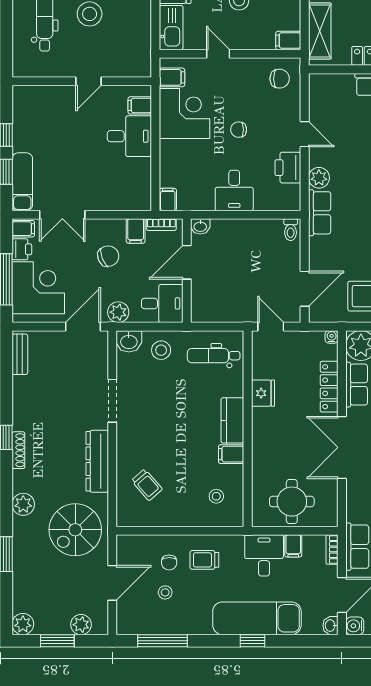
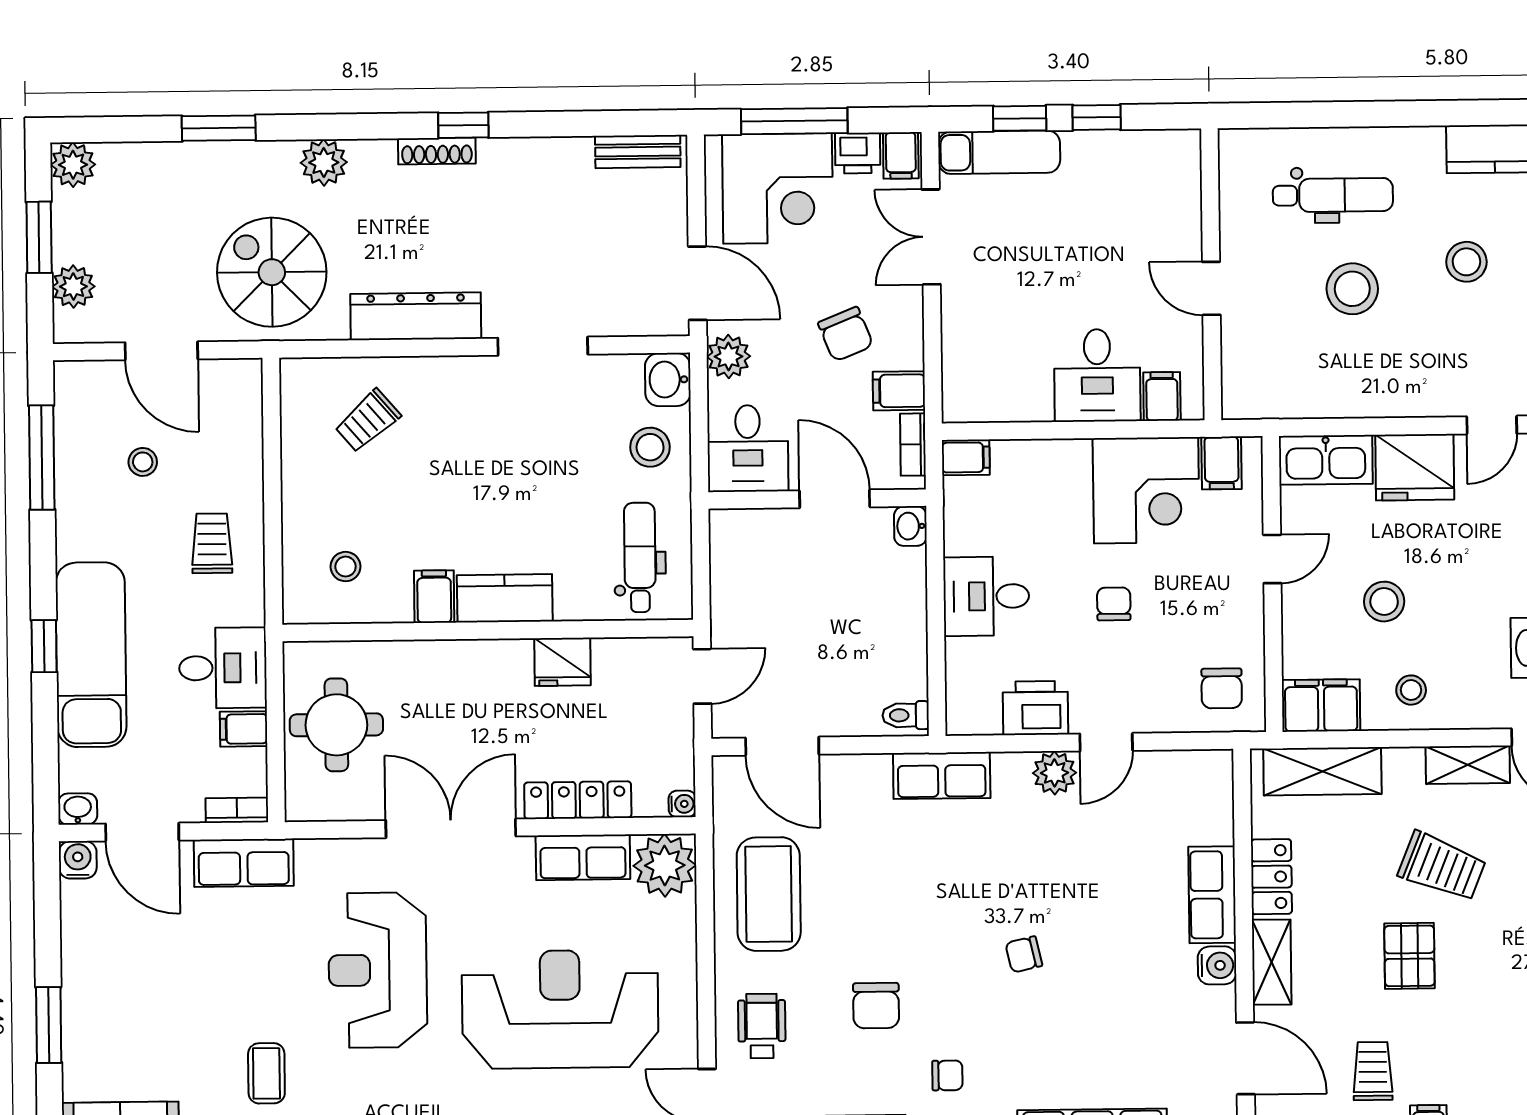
filing cabinet: (288, 40) -> (1321, 705), width x2.00
plant: (319, 178) -> (1055, 773), moved
chair: (169, 562) -> (206, 469), removed

